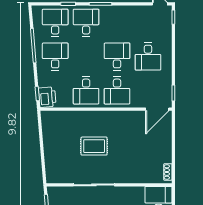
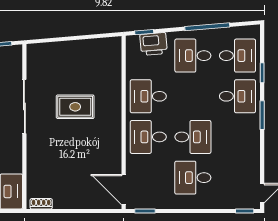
desk: (55, 57) -> (193, 56), turned 180
printer: (47, 97) -> (154, 44), moved
rug: (94, 146) -> (75, 107), turned 90

